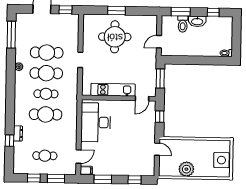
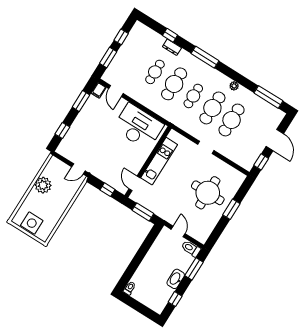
toilet: (183, 24) -> (191, 249), moved
window: (10, 103) -> (205, 57), added
cafe table: (45, 156) -> (155, 72), moved

